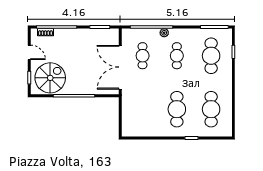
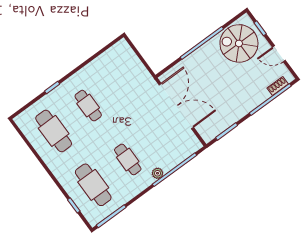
cafe table: (143, 56) -> (162, 134), removed
spiral stairs: (50, 78) -> (239, 43), turned 90
cafe table: (177, 109) -> (88, 106), width x0.73, depth x0.74

